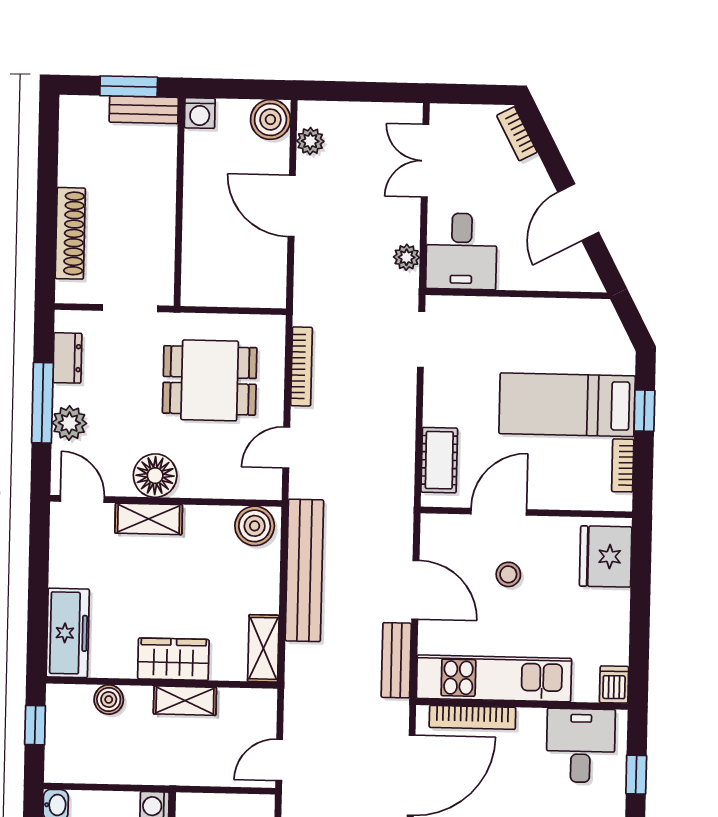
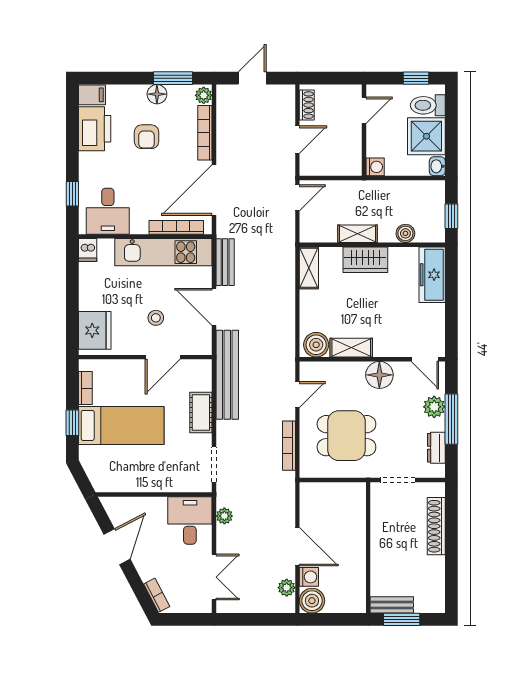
washing machine: (200, 113) -> (309, 577), moved, turned 90
cot: (439, 460) -> (201, 412), moved
shelving: (149, 519) -> (351, 348), moved
bench: (304, 570) -> (227, 375), moved

